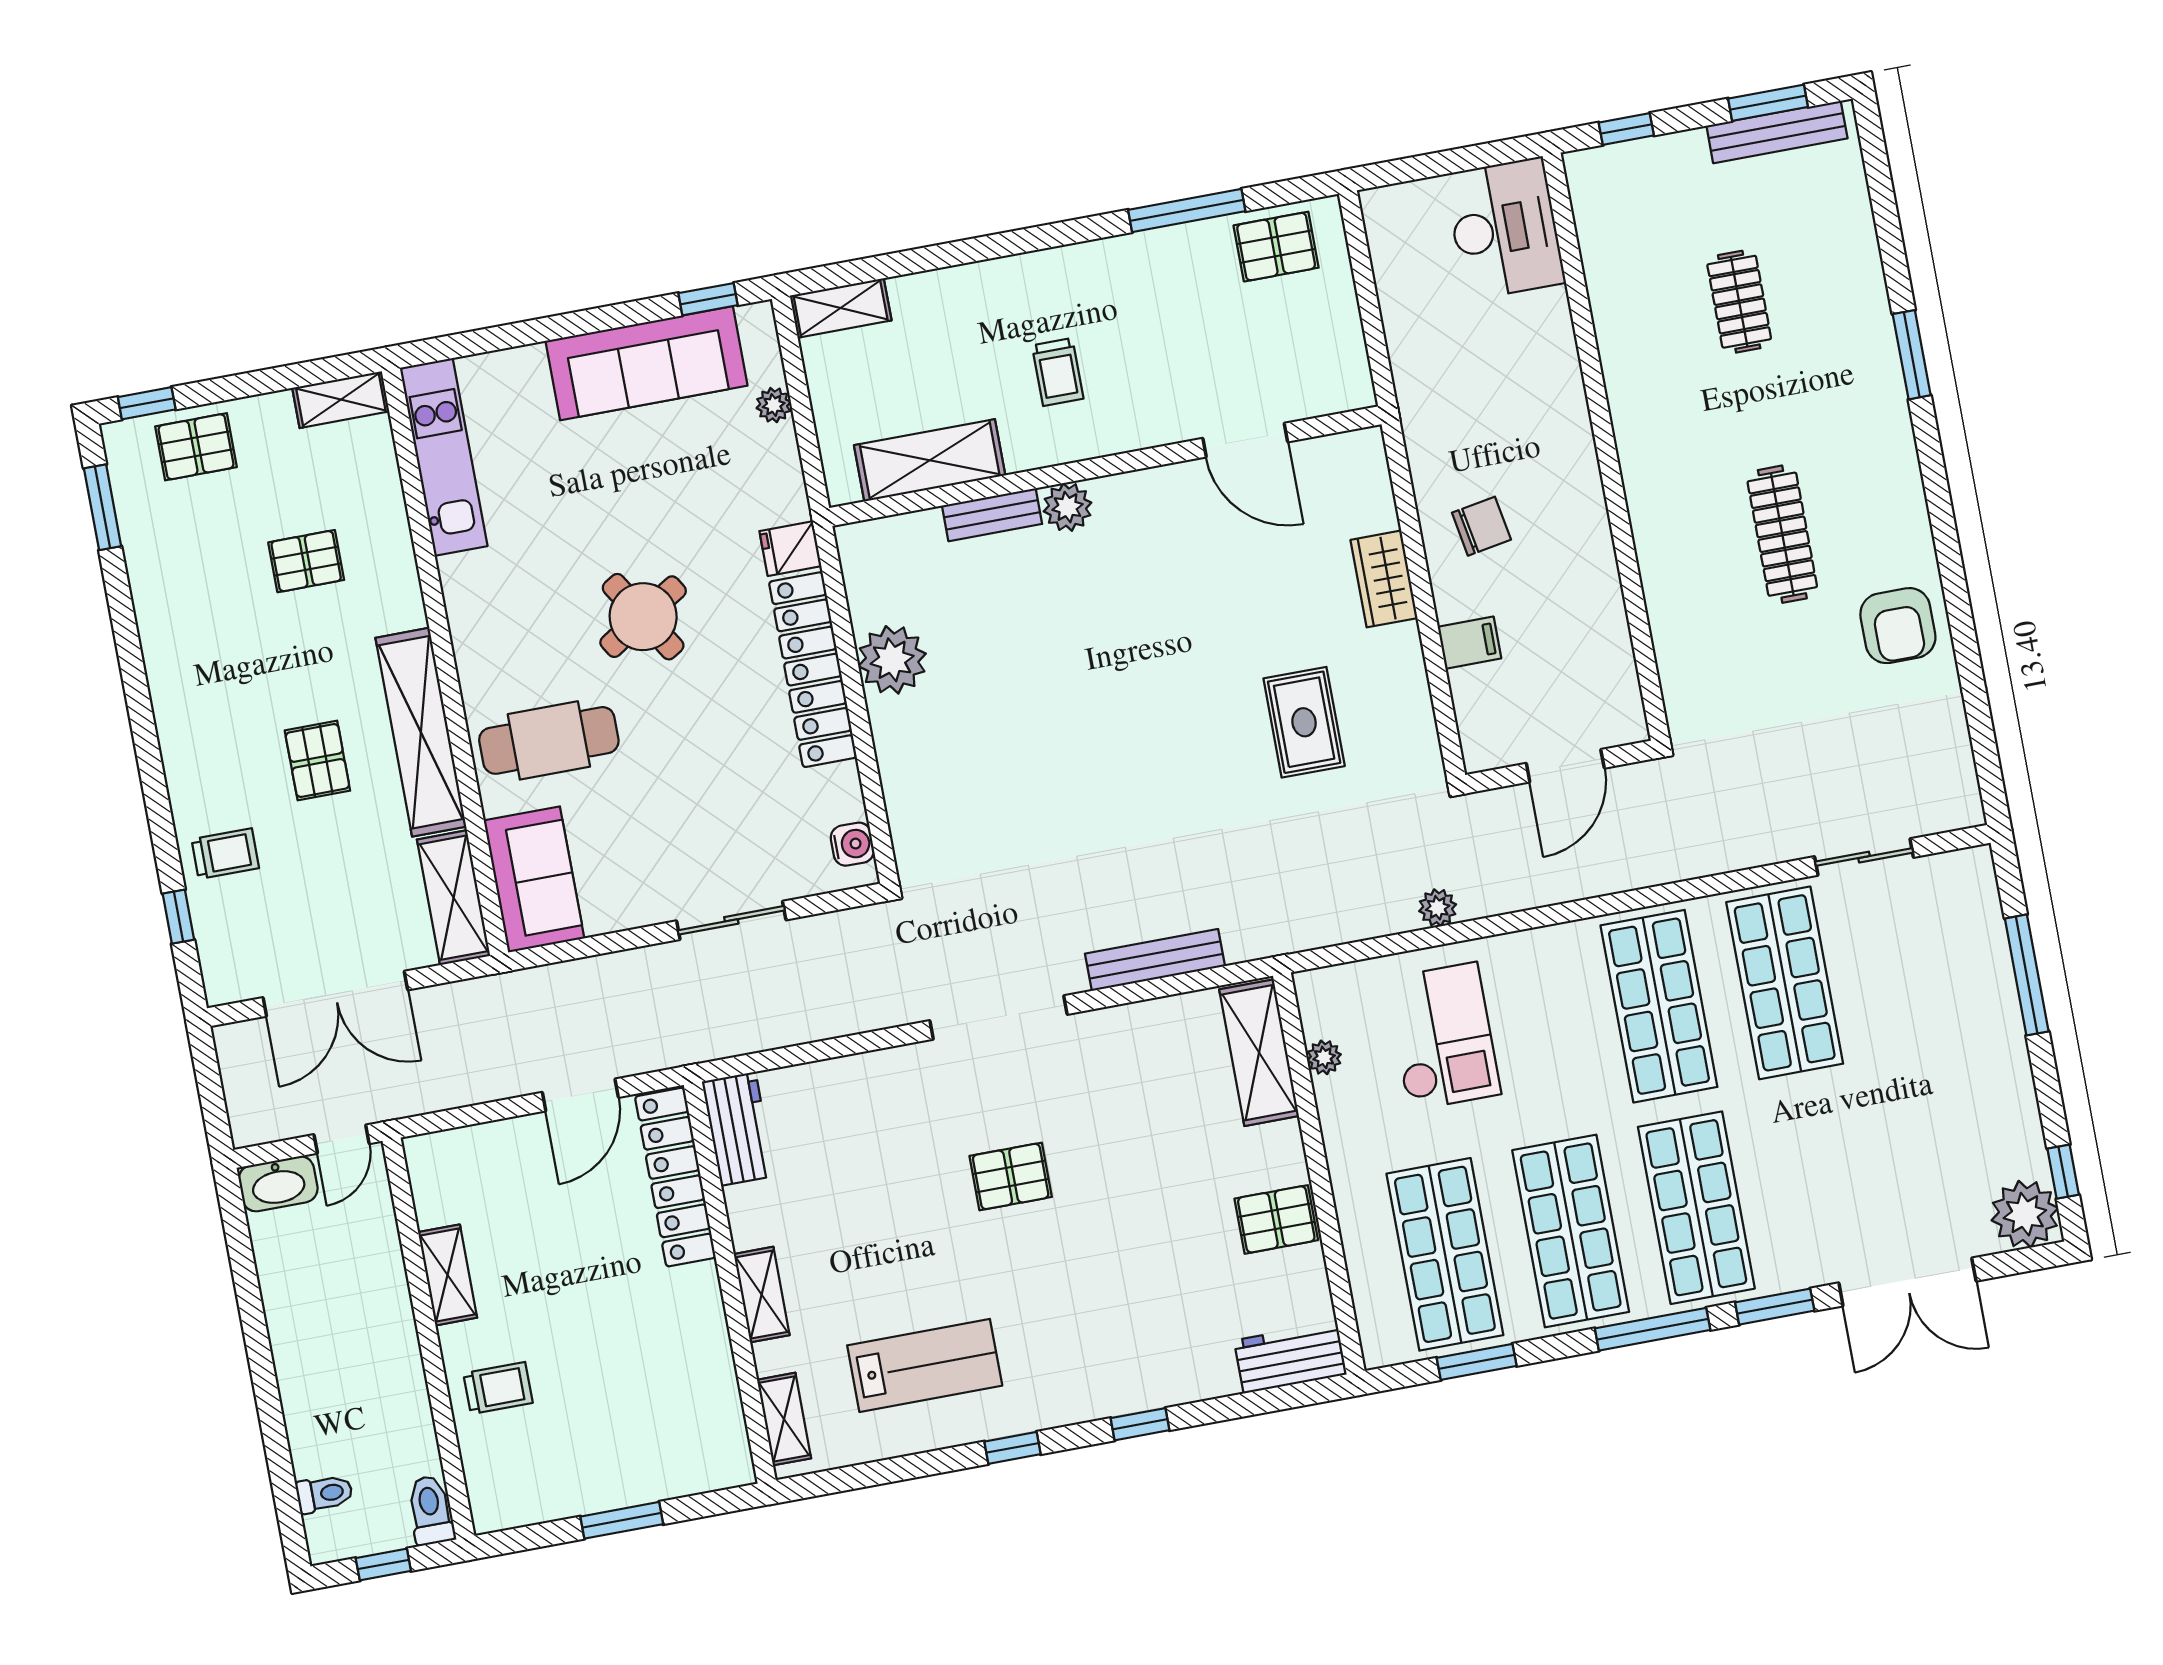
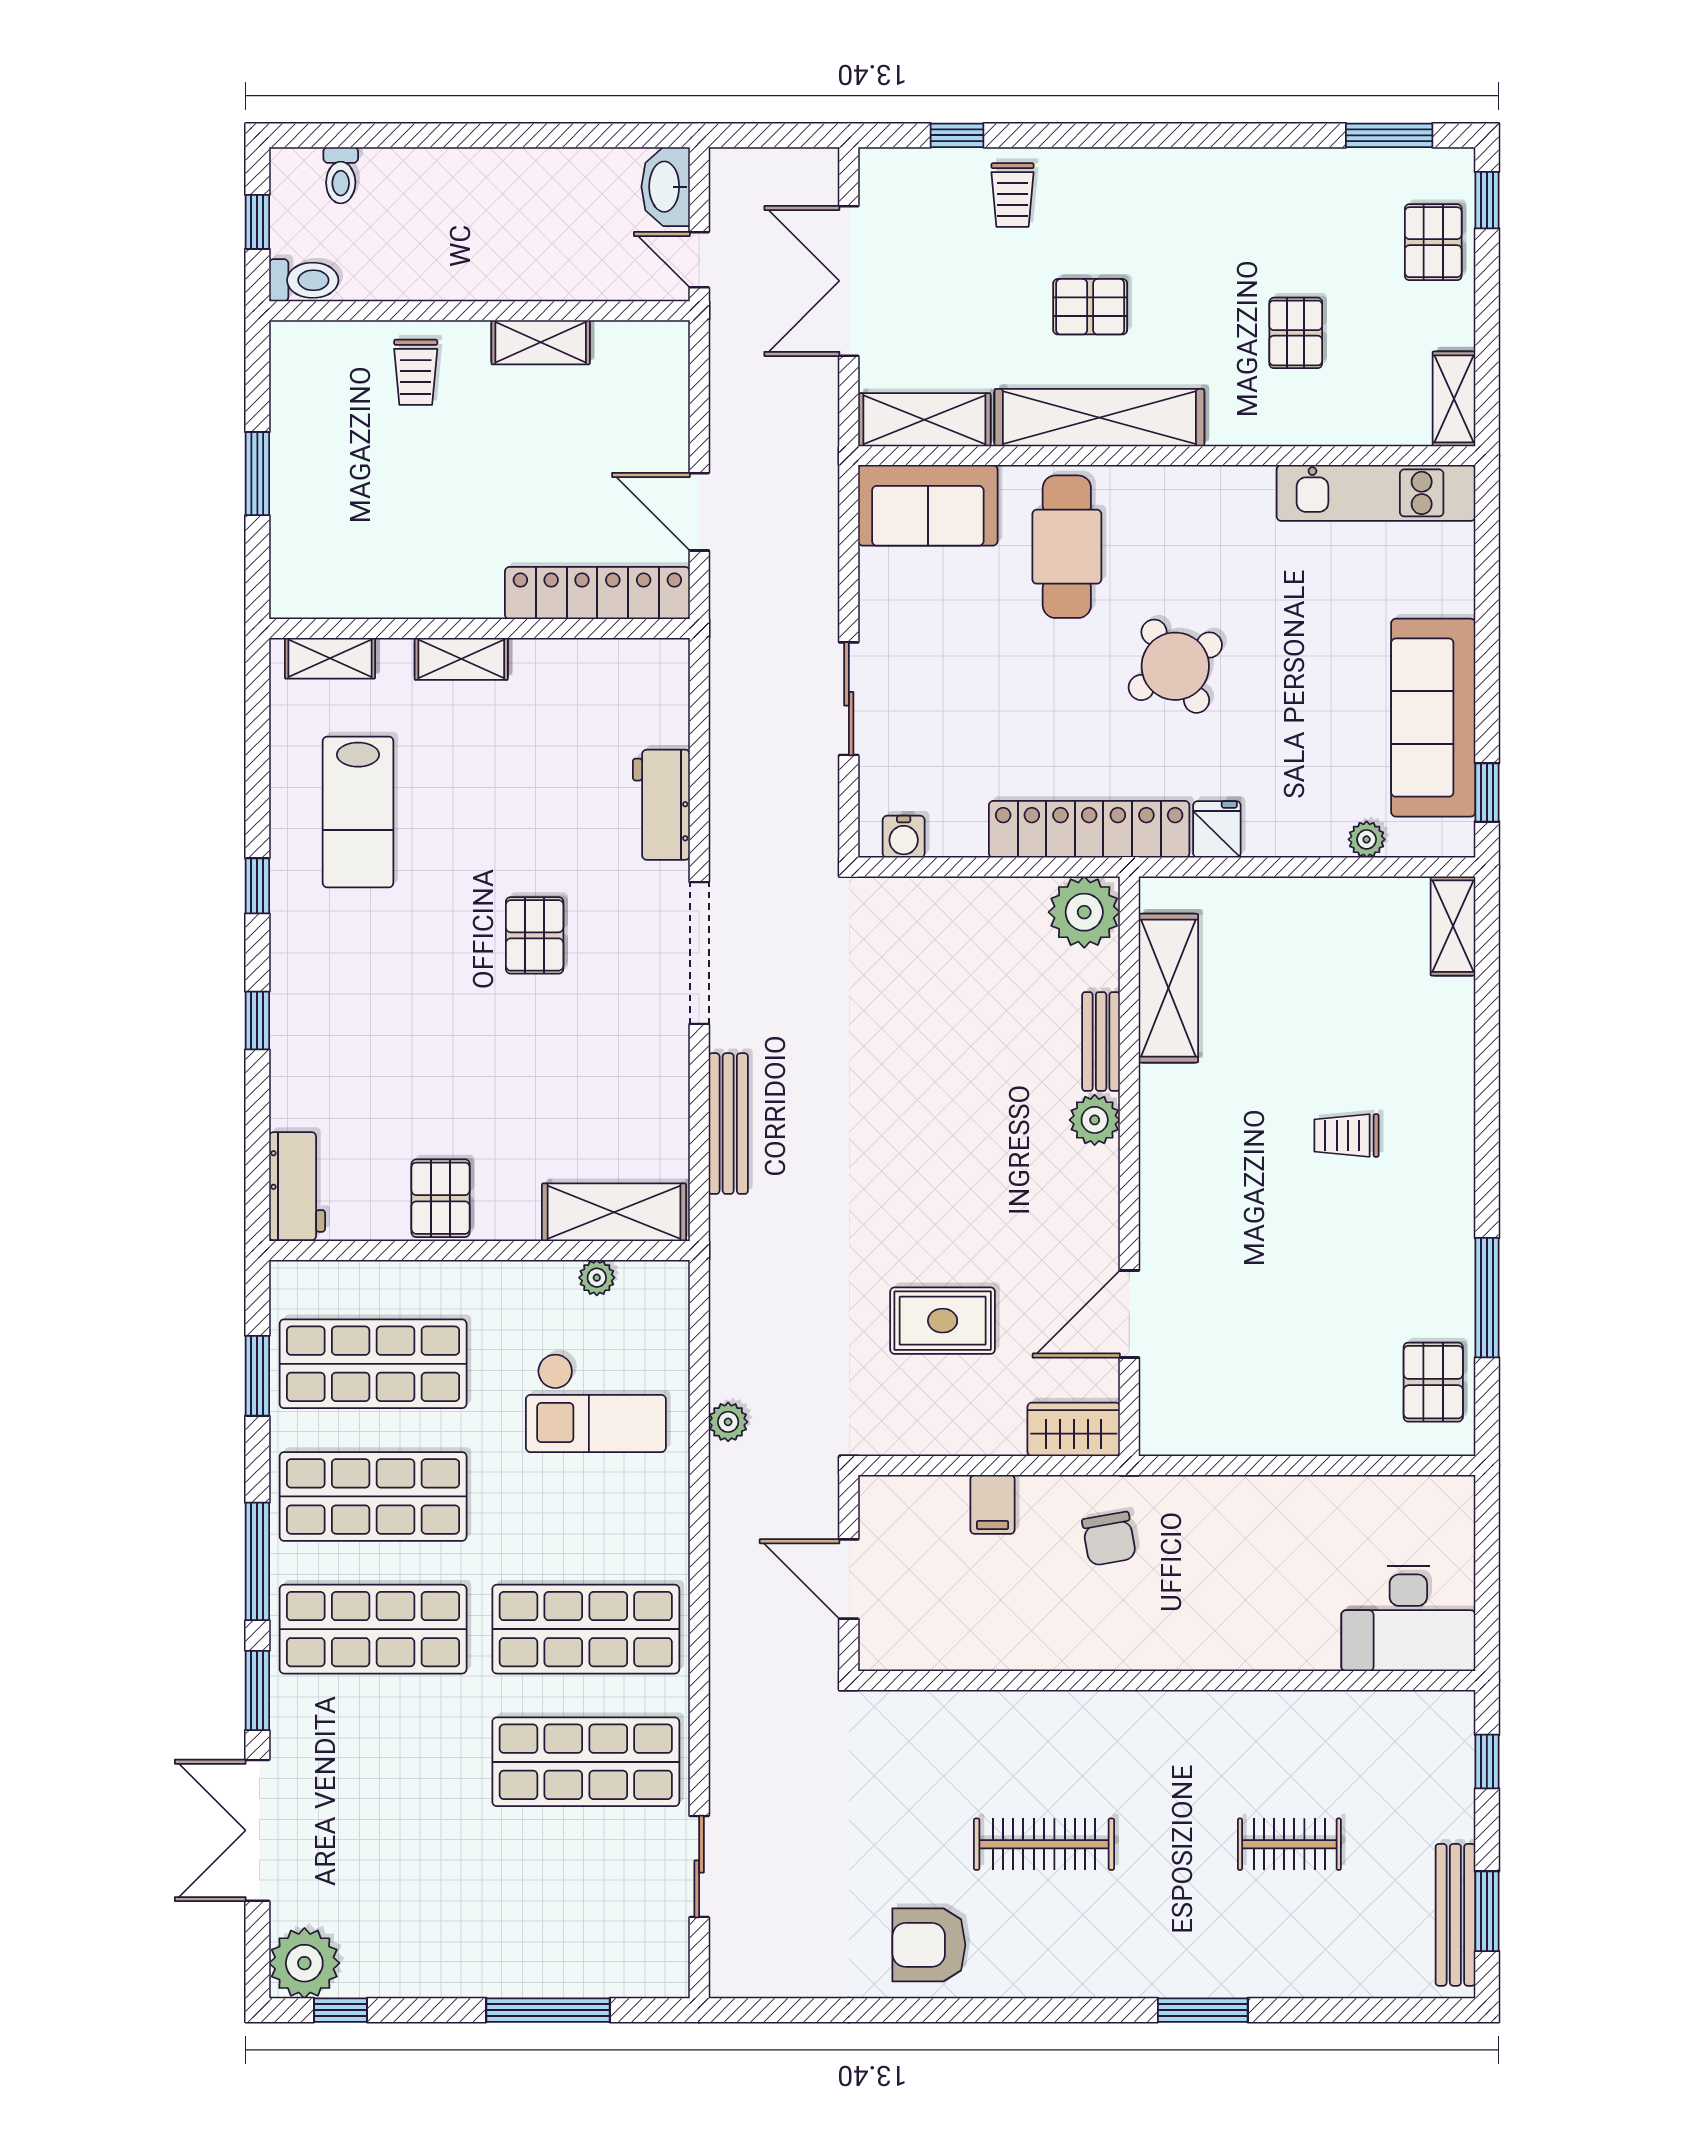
door: (1245, 440) -> (1129, 1314), moved
shelving: (930, 460) -> (1168, 988), moved
wall: (1105, 466) -> (1129, 1166), moved
plant: (1067, 507) -> (1095, 1120), moved
bench: (992, 515) -> (1101, 1041), moved
workbench: (738, 1129) -> (661, 805), moved, turned 90

